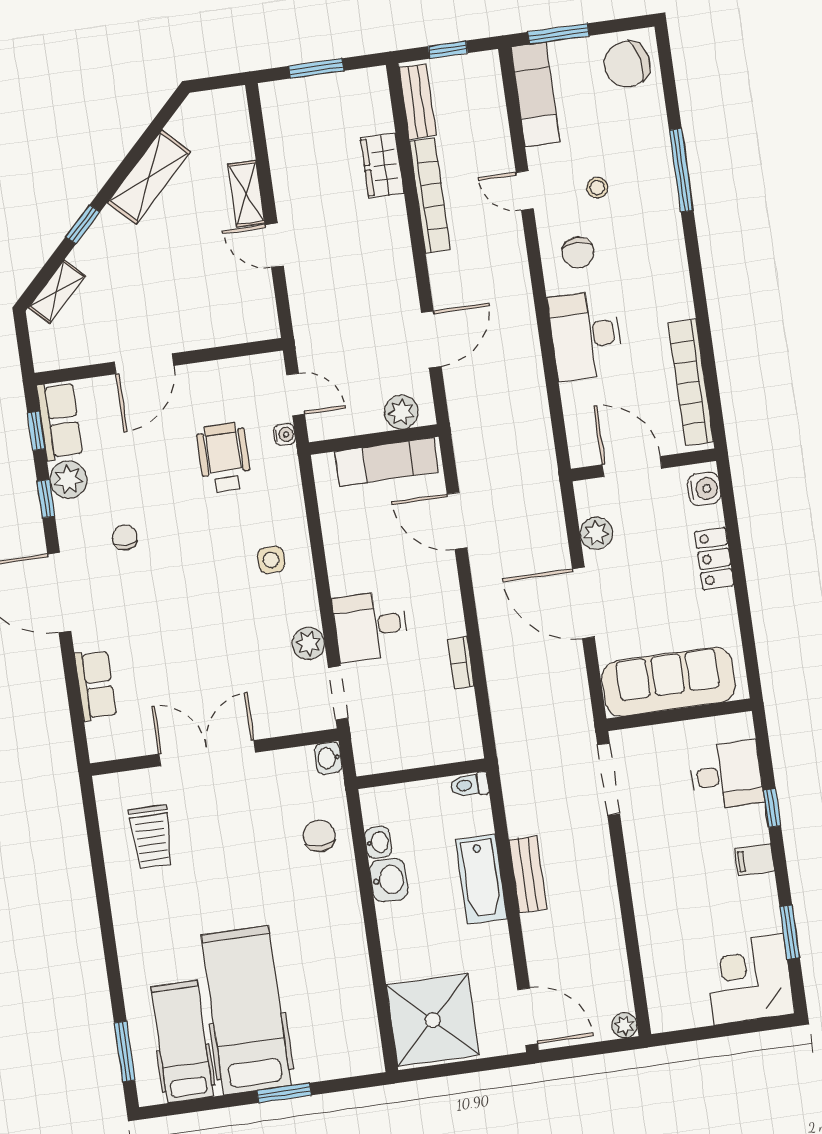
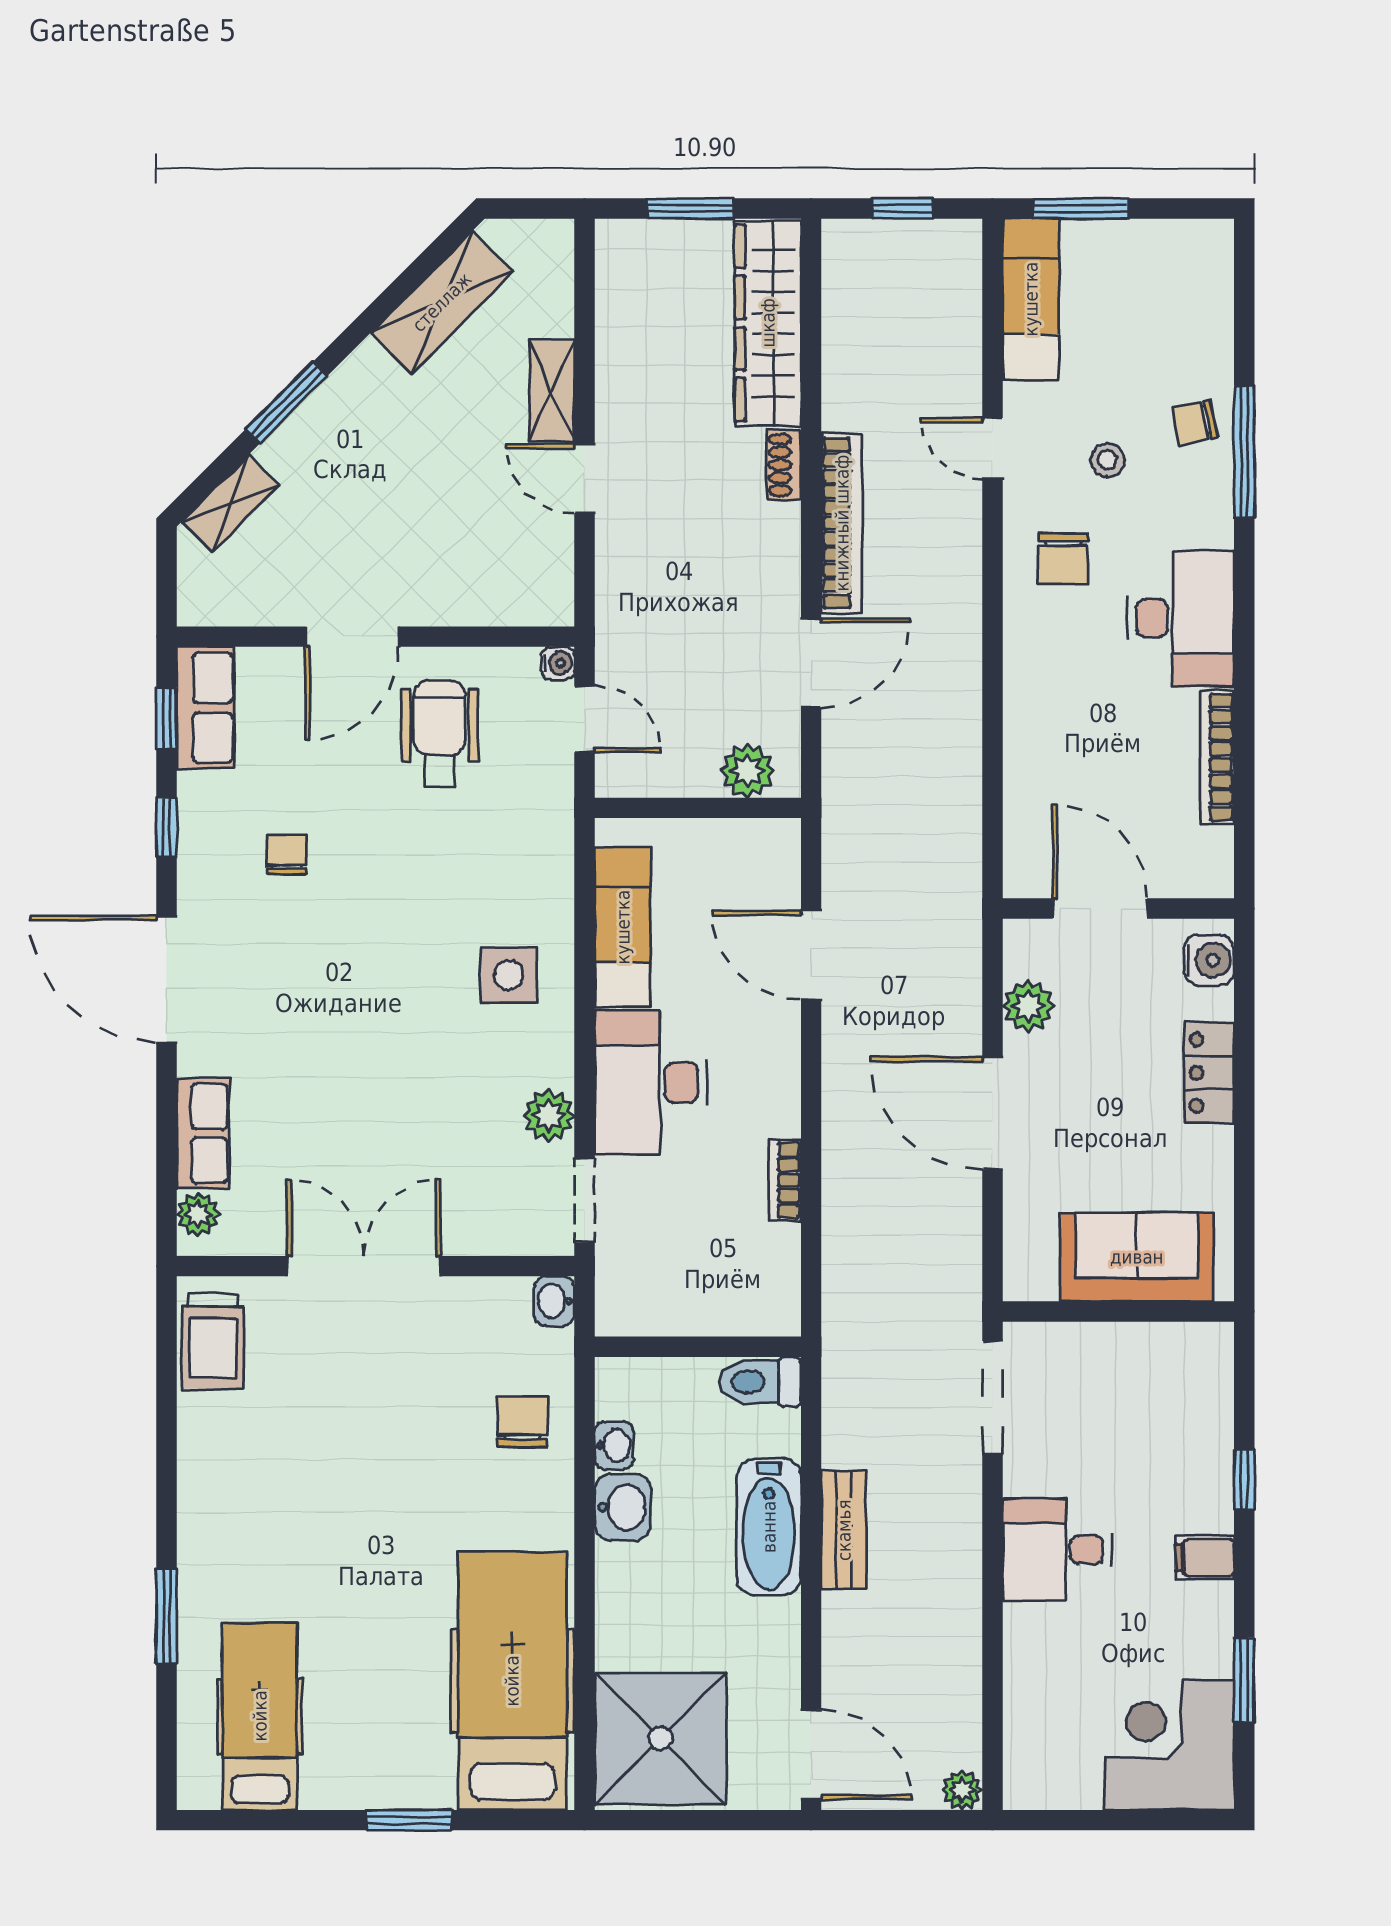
chair: (627, 64) -> (1195, 422), moved, width x0.54, depth x0.54
bench: (418, 102) -> (843, 284), removed
wardrobe: (382, 166) -> (768, 323), width x2.10, depth x1.17
shelving: (149, 177) -> (442, 302), moved
bookcase: (430, 196) -> (842, 523), moved
shoe rack: (397, 219) -> (784, 465), added
window: (83, 224) -> (286, 402), width x1.50
desk: (586, 335) -> (1181, 618), moved, turned 180
bookcase: (691, 383) -> (1217, 757), width x0.68, depth x0.76
water cooler: (284, 435) -> (558, 663), moved
wheelchair: (224, 458) -> (440, 734), moved
exam couch: (387, 462) -> (623, 927), moved, turned -90
plant: (68, 480) -> (198, 1214), moved, width x0.73, depth x0.73
chair: (125, 537) -> (286, 855), moved
side table: (271, 560) -> (509, 975), width x1.37, depth x1.37
desk: (371, 626) -> (651, 1082), width x1.37
sofa: (669, 682) -> (1137, 1257), width x0.73
desk: (726, 775) -> (1057, 1550), moved, turned 180
toilet: (469, 785) -> (760, 1382), width x1.37, depth x1.39
trolley: (151, 837) -> (213, 1341), moved
hospital bed: (246, 1010) -> (512, 1681), moved
window: (125, 1051) -> (167, 1616), moved

